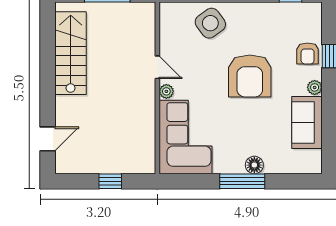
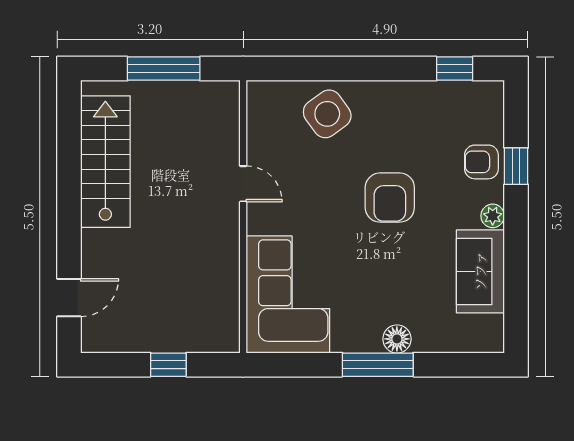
armchair: (308, 53) -> (481, 162), turned 90
armchair: (250, 76) -> (390, 198), width x0.73, depth x0.73
plant: (166, 91) -> (257, 222), removed

